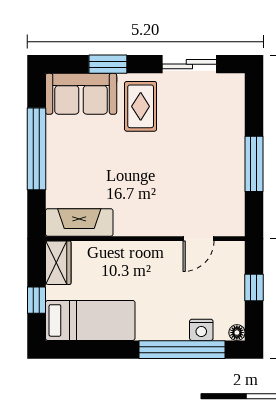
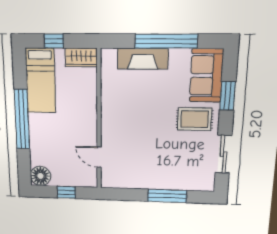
window: (254, 164) -> (167, 196), moved
fireplace: (79, 222) -> (143, 59), moved, turned 90
nightstand: (201, 330) -> (37, 157), removed
floor lamp: (237, 333) -> (41, 176), width x1.89, depth x1.89
window: (182, 350) -> (22, 119), moved

